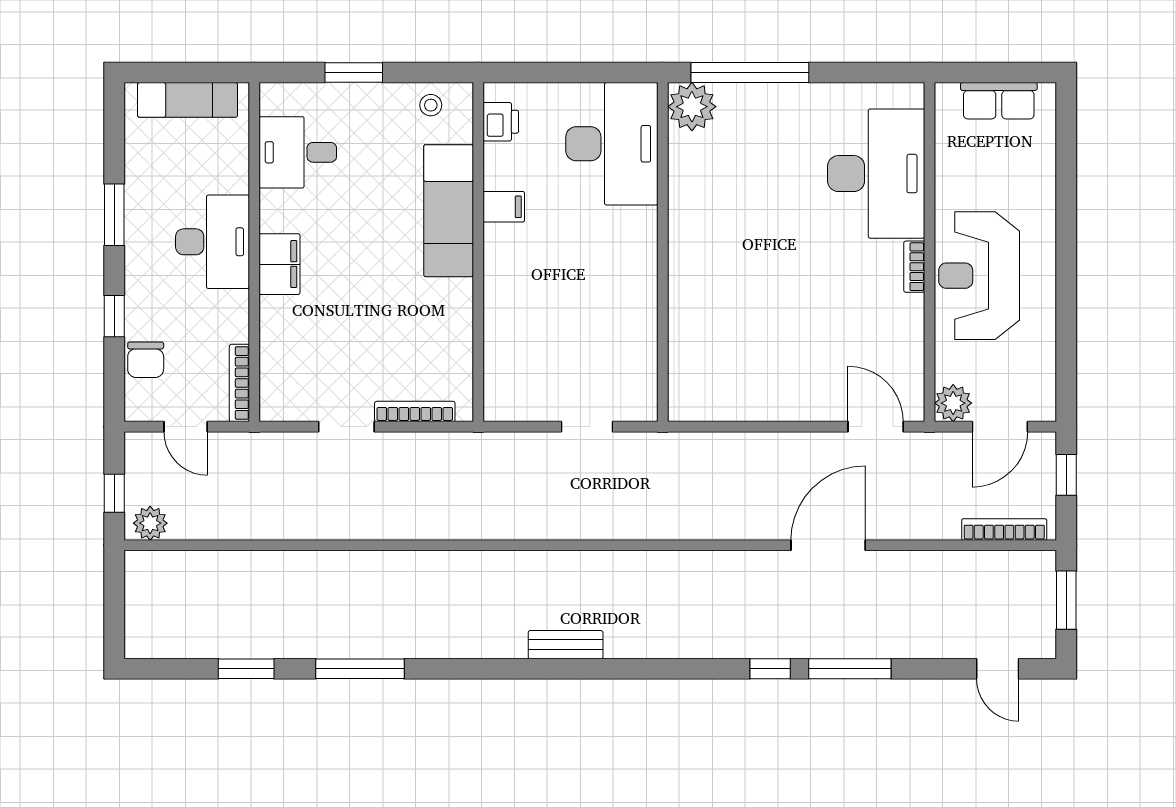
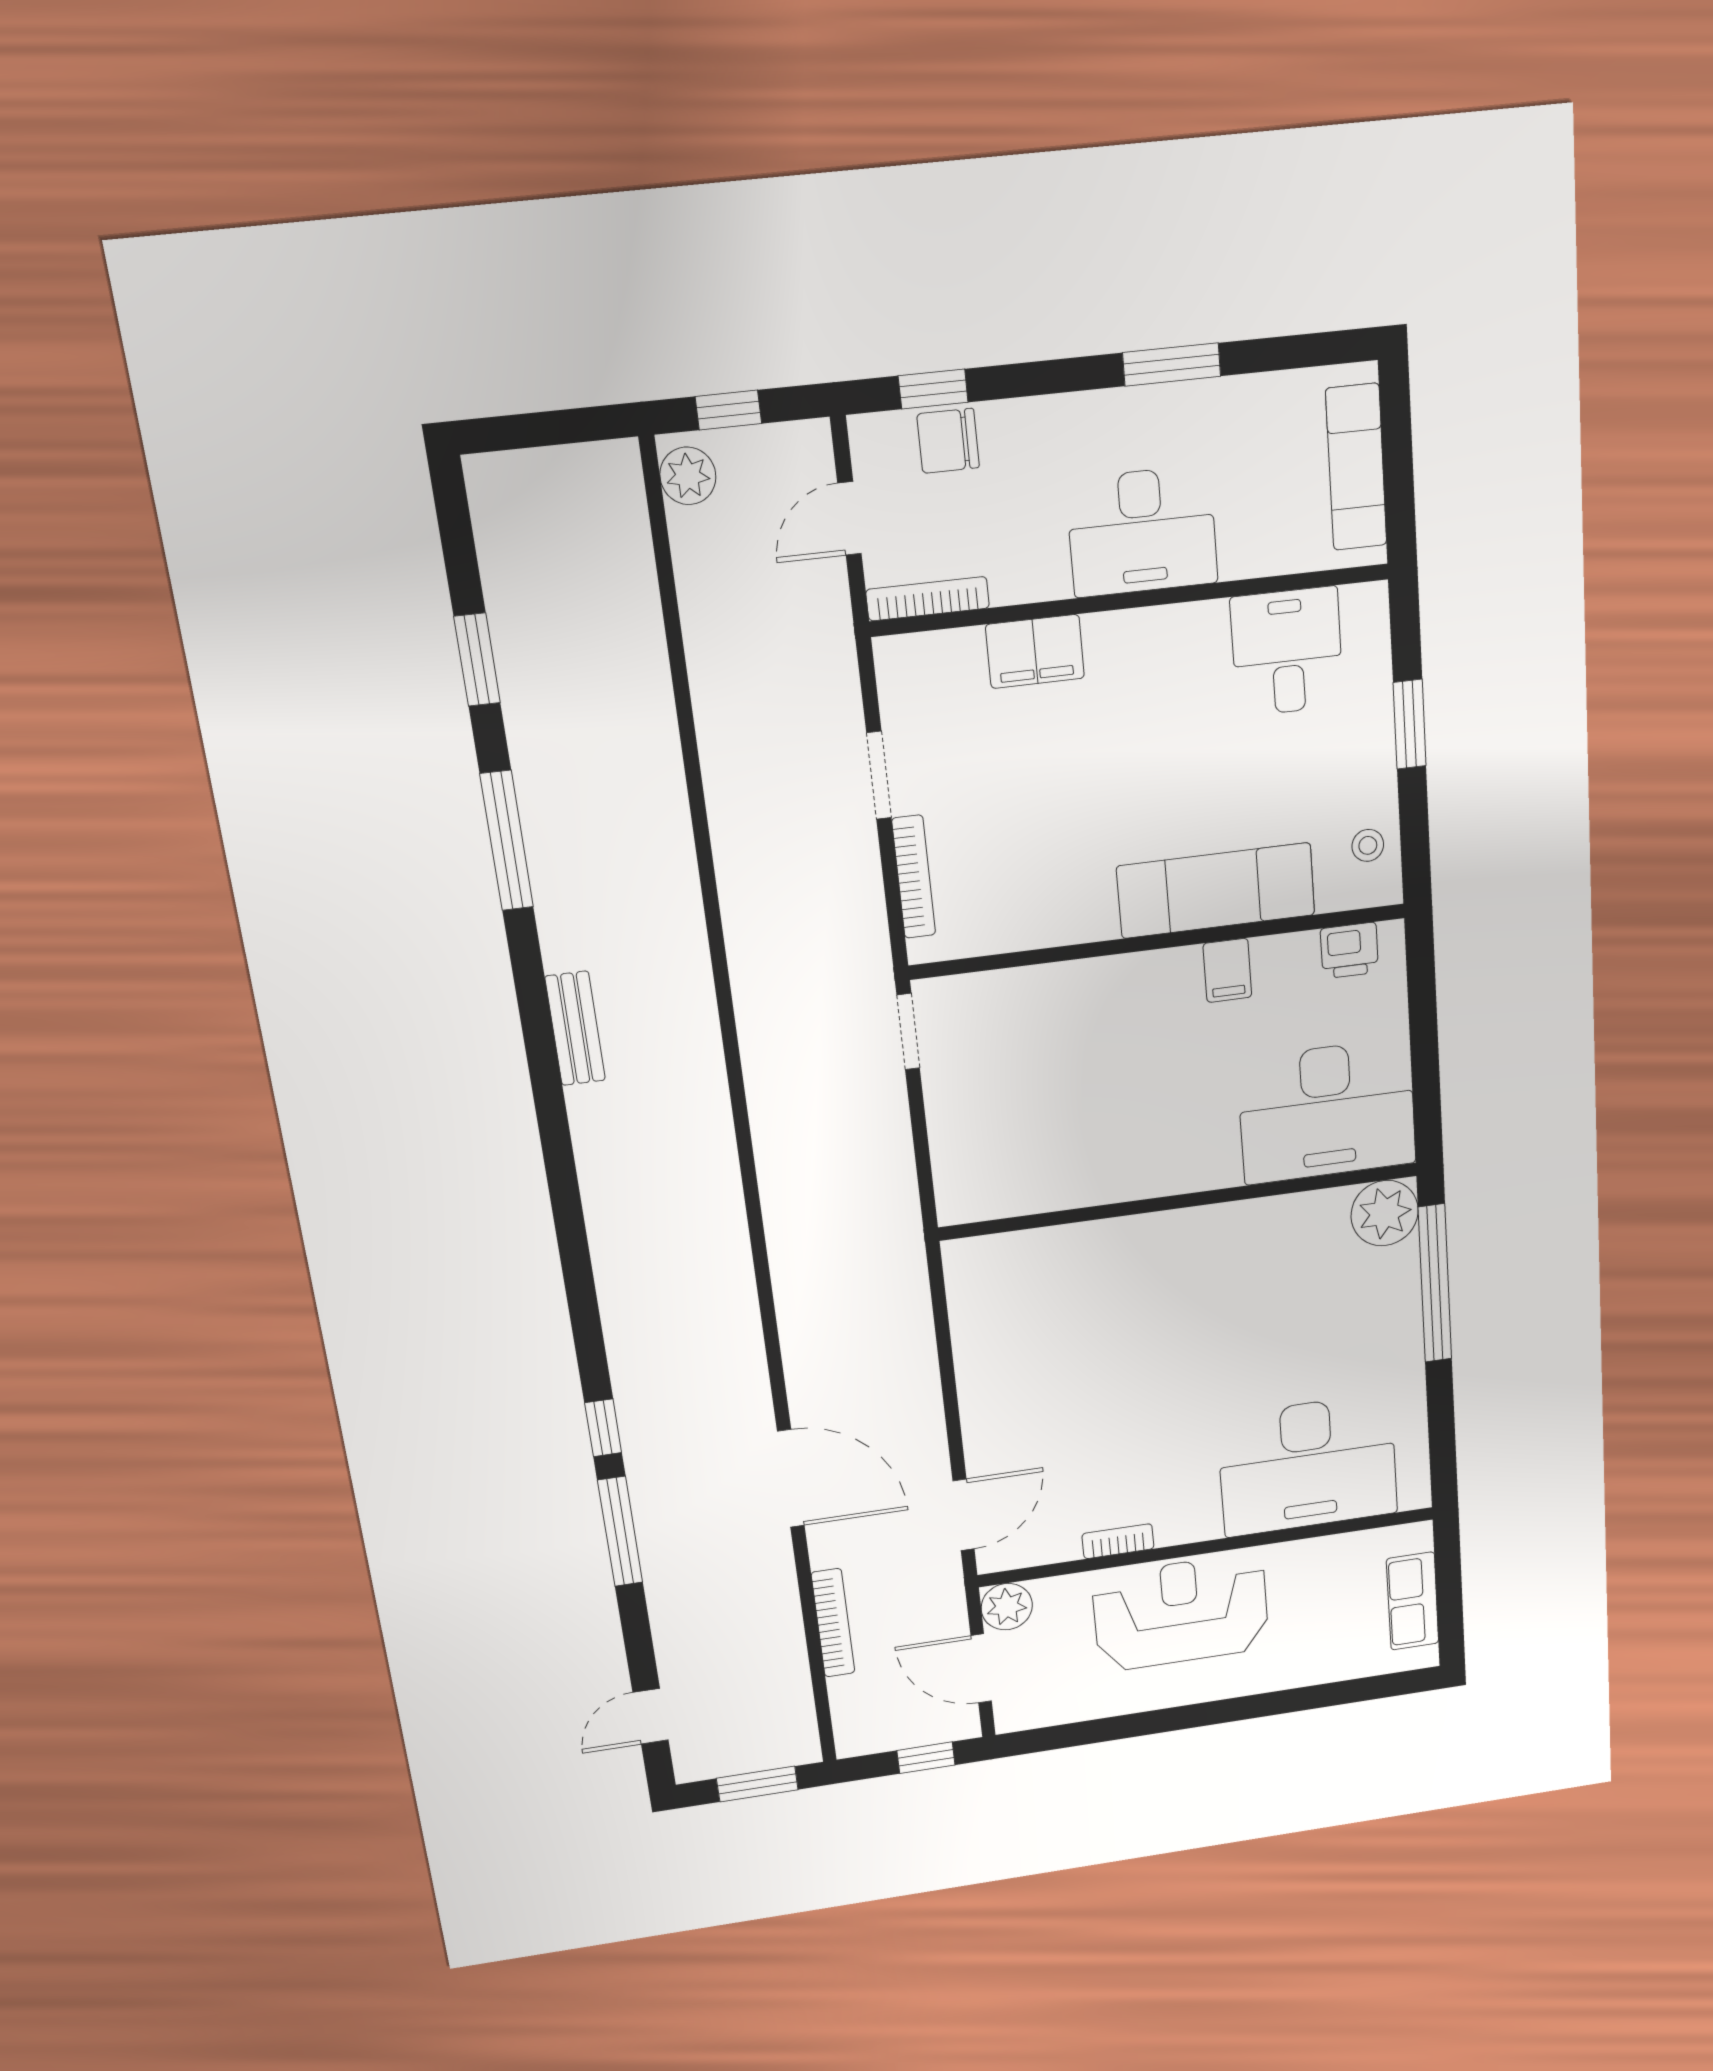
filing cabinet: (280, 264) -> (1035, 651), moved
bookcase: (914, 267) -> (1118, 1541), moved
window: (114, 316) -> (933, 389), moved
doorway: (587, 427) -> (908, 1032), moved
bookcase: (1004, 529) -> (833, 1623), moved
bench: (566, 645) -> (575, 1028), moved

